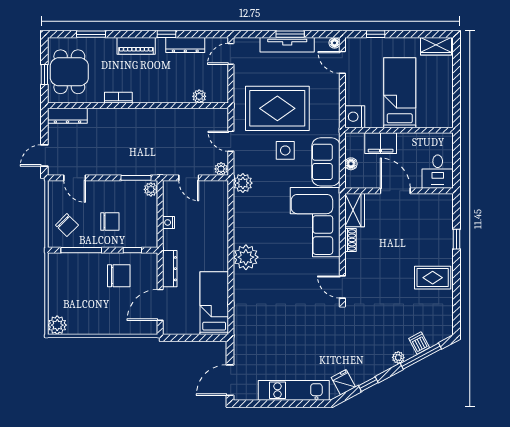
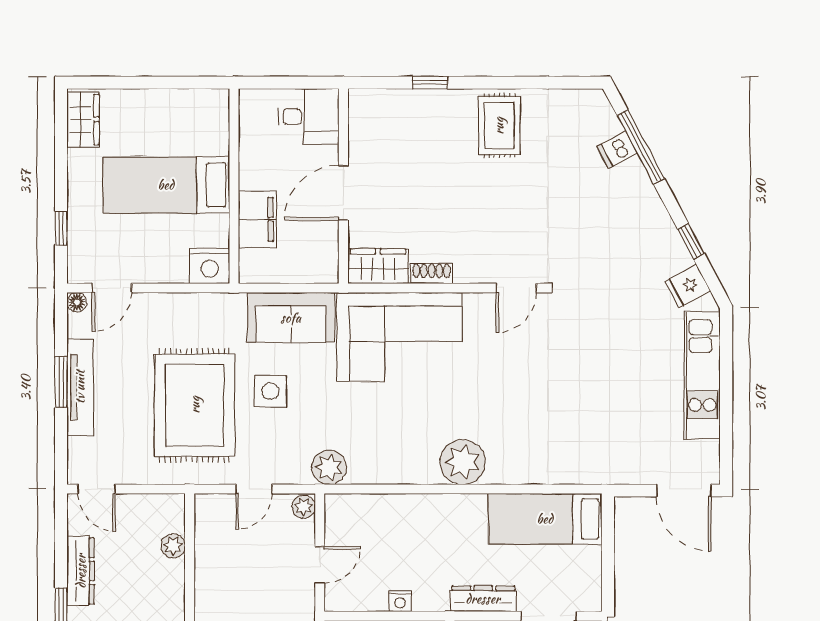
floor lamp: (351, 164) -> (294, 273), removed
plant: (398, 358) -> (643, 188), removed

